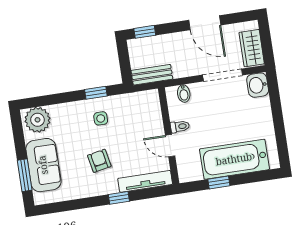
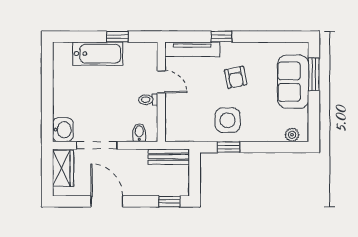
side table: (101, 118) -> (228, 120), width x1.87, depth x1.87
plant: (37, 120) -> (292, 135), width x0.53, depth x0.53
bathtub: (234, 159) -> (98, 54), width x0.73, depth x0.73

